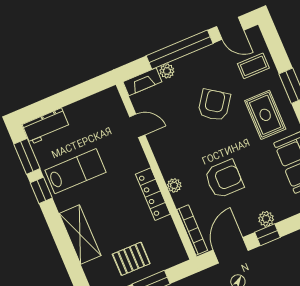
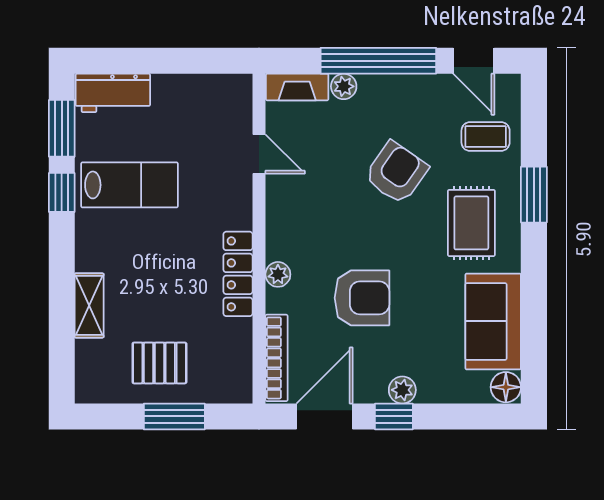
shelving: (80, 235) -> (89, 305), width x0.67, depth x0.75

